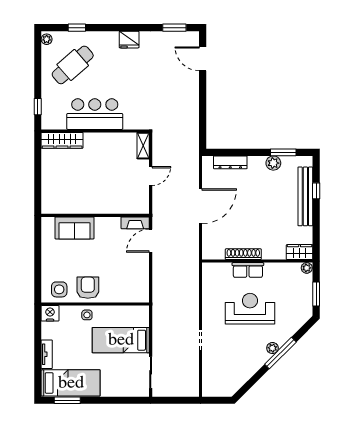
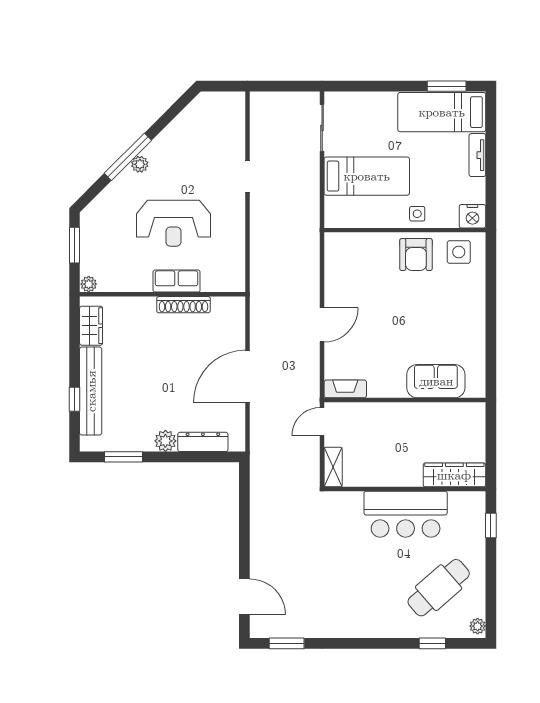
fridge: (129, 40) -> (354, 626), removed
plant: (273, 163) -> (165, 441), moved
wall: (95, 215) -> (405, 400), moved
fireplace: (135, 223) -> (345, 389), moved
sofa: (74, 228) -> (436, 381), moved
wardrobe: (300, 252) -> (91, 326), moved, turned -90

